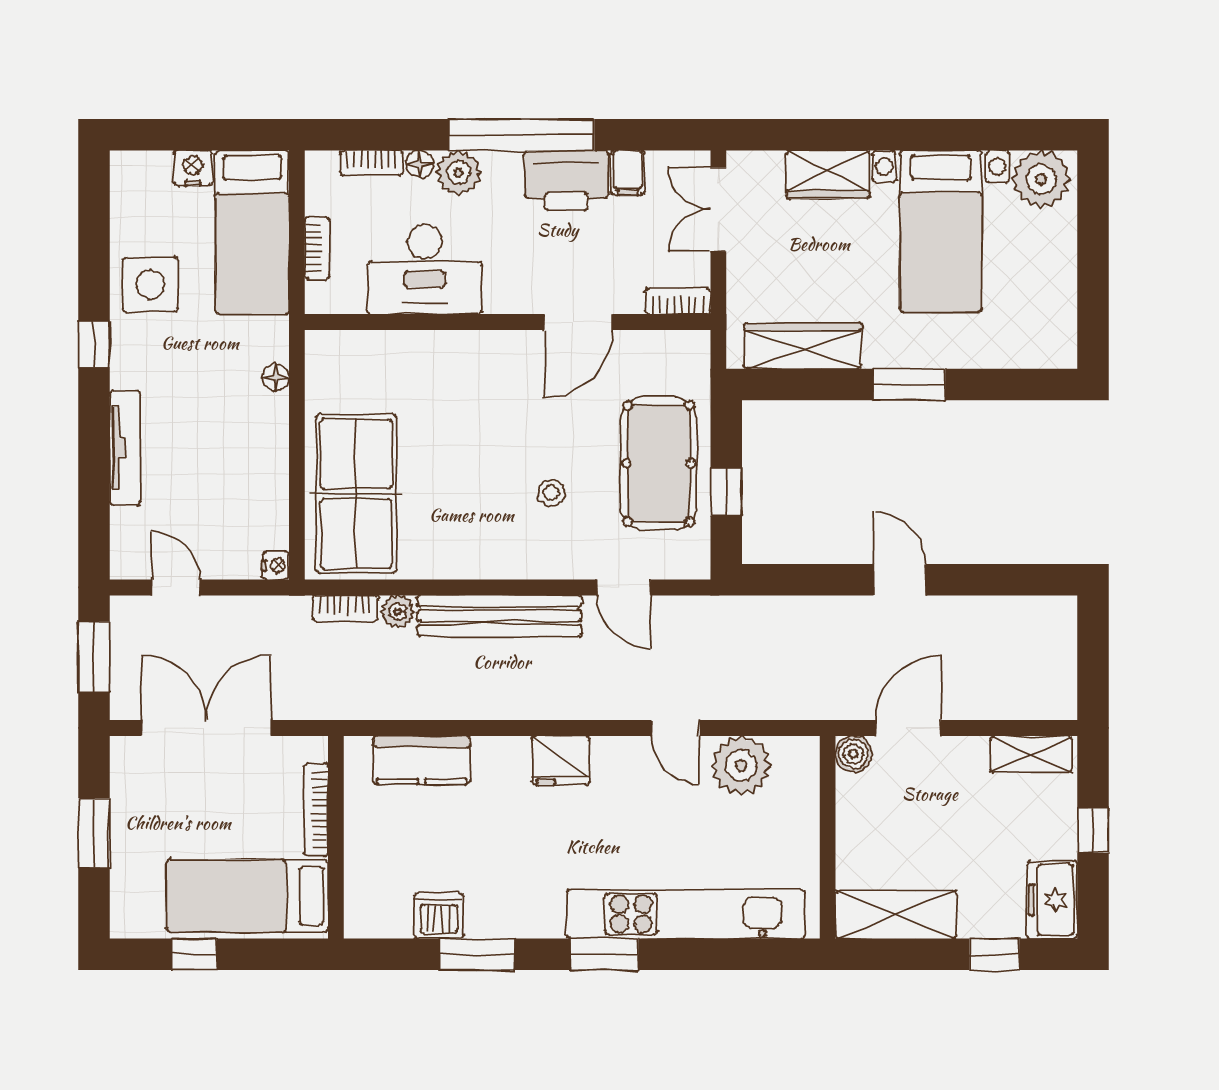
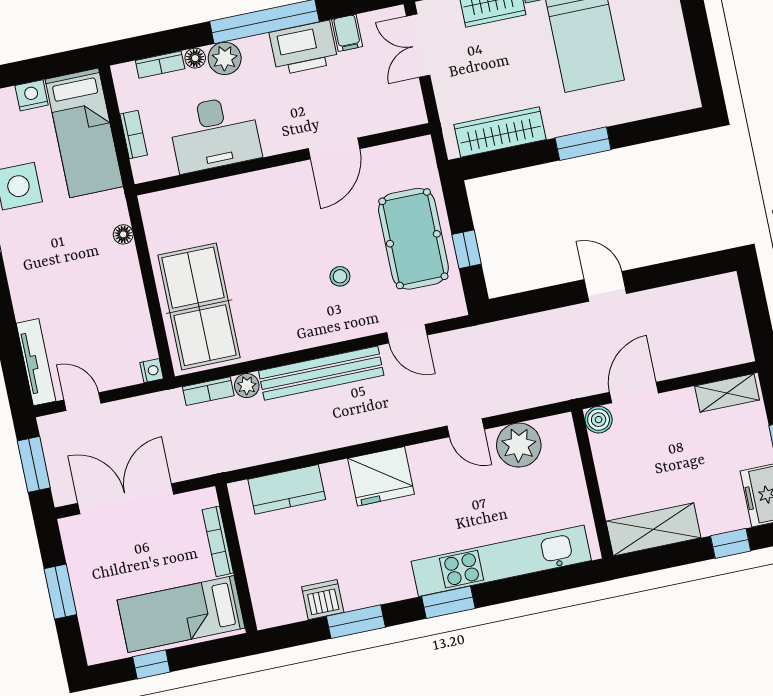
bookcase: (678, 301) -> (403, 118), removed
tv unit: (125, 448) -> (36, 362), moved
fridge: (561, 761) -> (381, 476), width x1.36, depth x1.34

